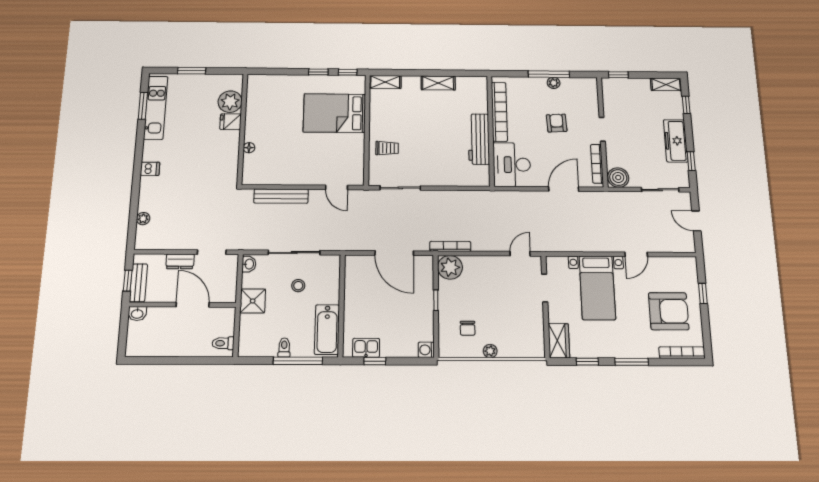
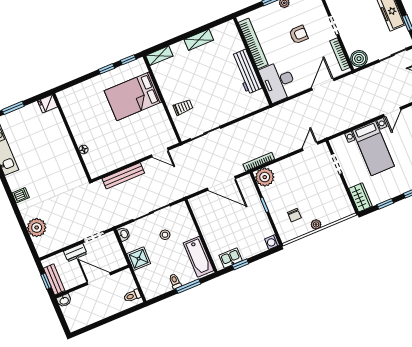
plant: (230, 102) -> (53, 120), removed
fridge: (231, 122) -> (47, 104), moved
armchair: (557, 123) -> (299, 35), turned 93
plant: (143, 219) -> (37, 228), width x1.88, depth x1.88
window: (298, 361) -> (188, 286), width x0.69

